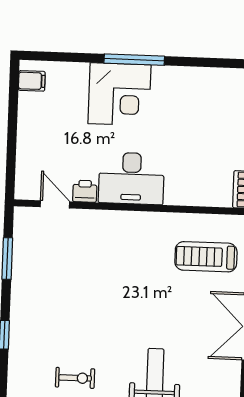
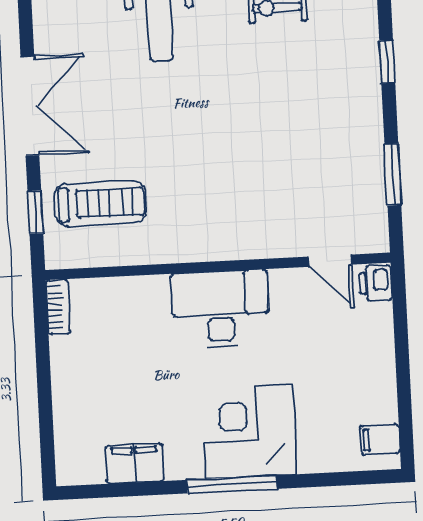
filing cabinet: (199, 80) -> (134, 463), added
printer: (85, 191) -> (376, 283), moved, turned 90

